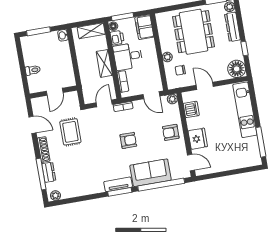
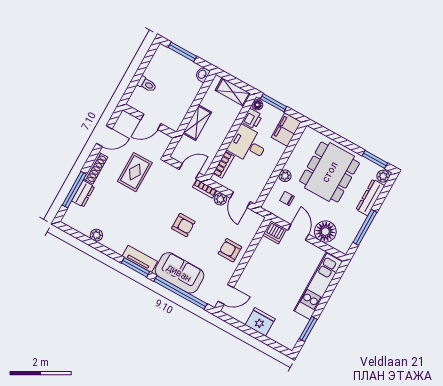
window: (245, 48) -> (365, 227), width x2.17
shelving: (104, 63) -> (197, 123), moved
floor lamp: (237, 69) -> (325, 232), moved
plant: (172, 99) -> (220, 199), moved
dishwasher: (191, 109) -> (275, 232), moved, turned 90
door: (32, 125) -> (104, 136), hinge flipped
fridge: (198, 139) -> (260, 322), moved, turned -90
window: (261, 142) -> (308, 329), width x0.69
door: (191, 163) -> (226, 294), hinge flipped
plant: (56, 196) -> (96, 235), moved

